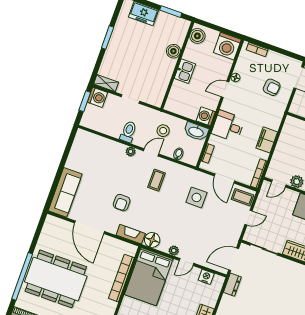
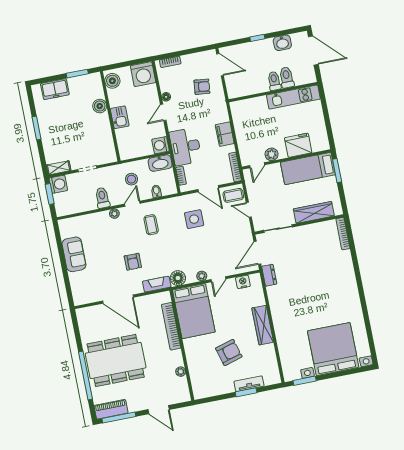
desk: (228, 126) -> (185, 147), width x1.37
sofa: (65, 192) -> (74, 254), moved, width x0.73
door: (249, 218) -> (249, 210), swing flipped

